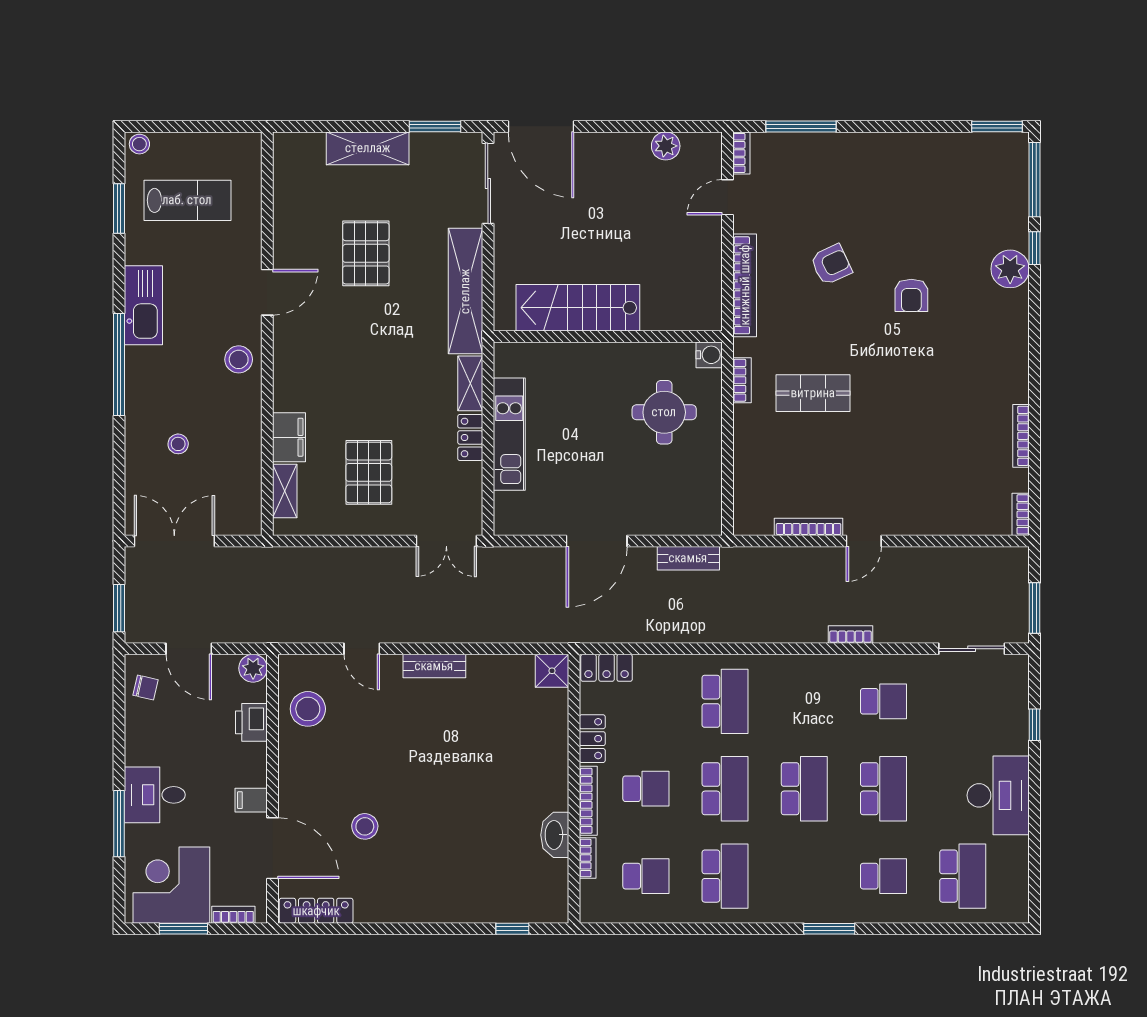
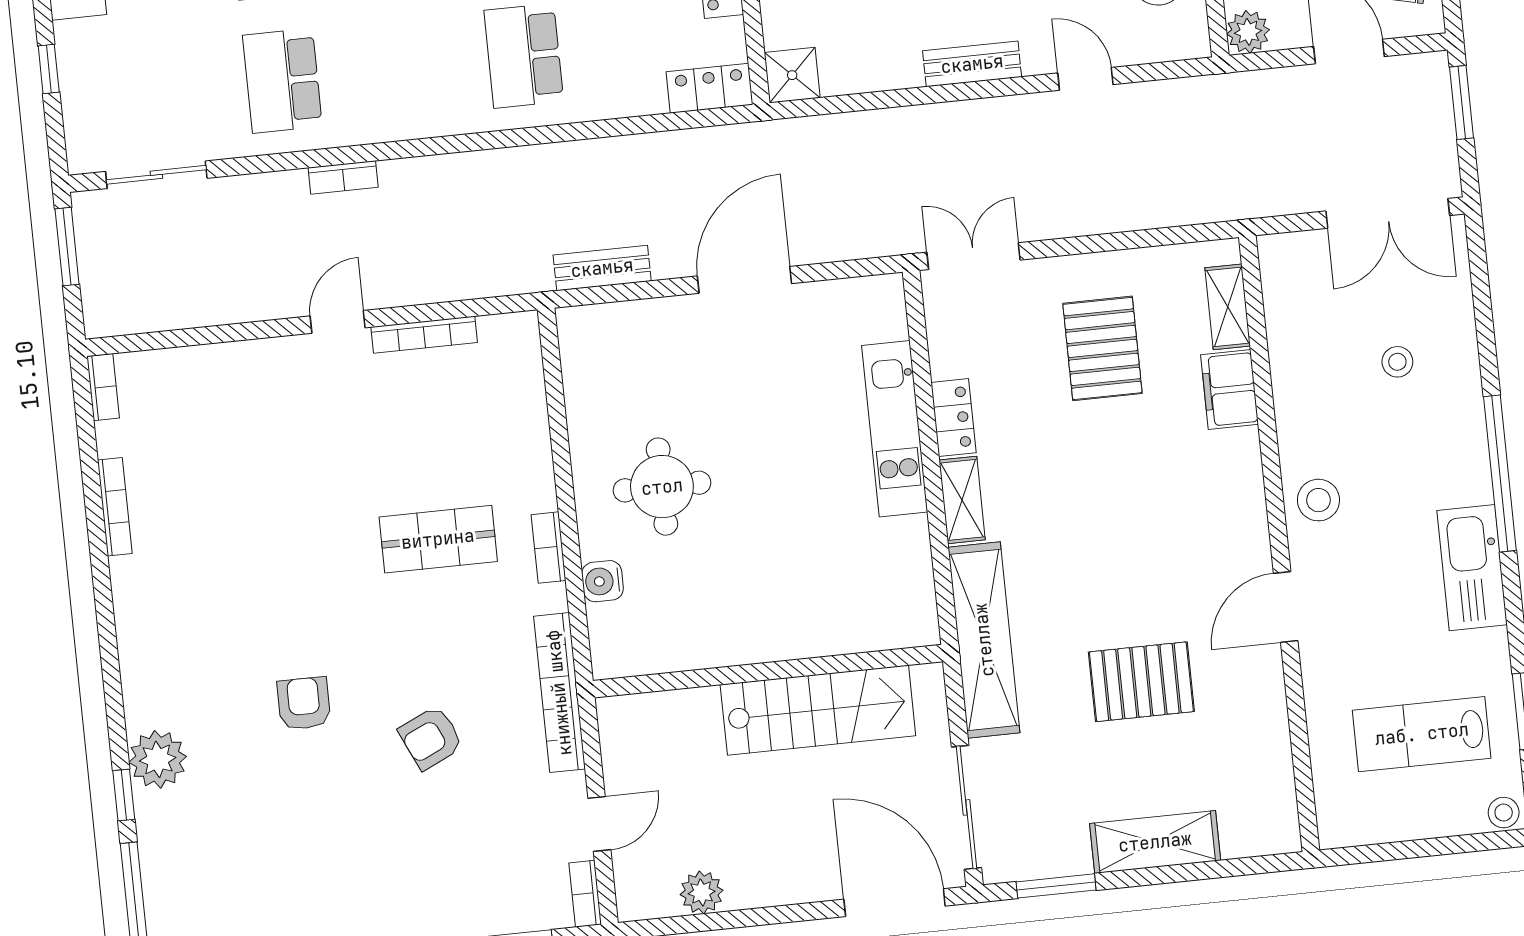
pallet: (366, 253) -> (1141, 682), turned 90
stairs: (578, 308) -> (818, 710), moved
wall: (608, 336) -> (768, 671), moved
school desk: (883, 701) -> (282, 81), width x1.85

